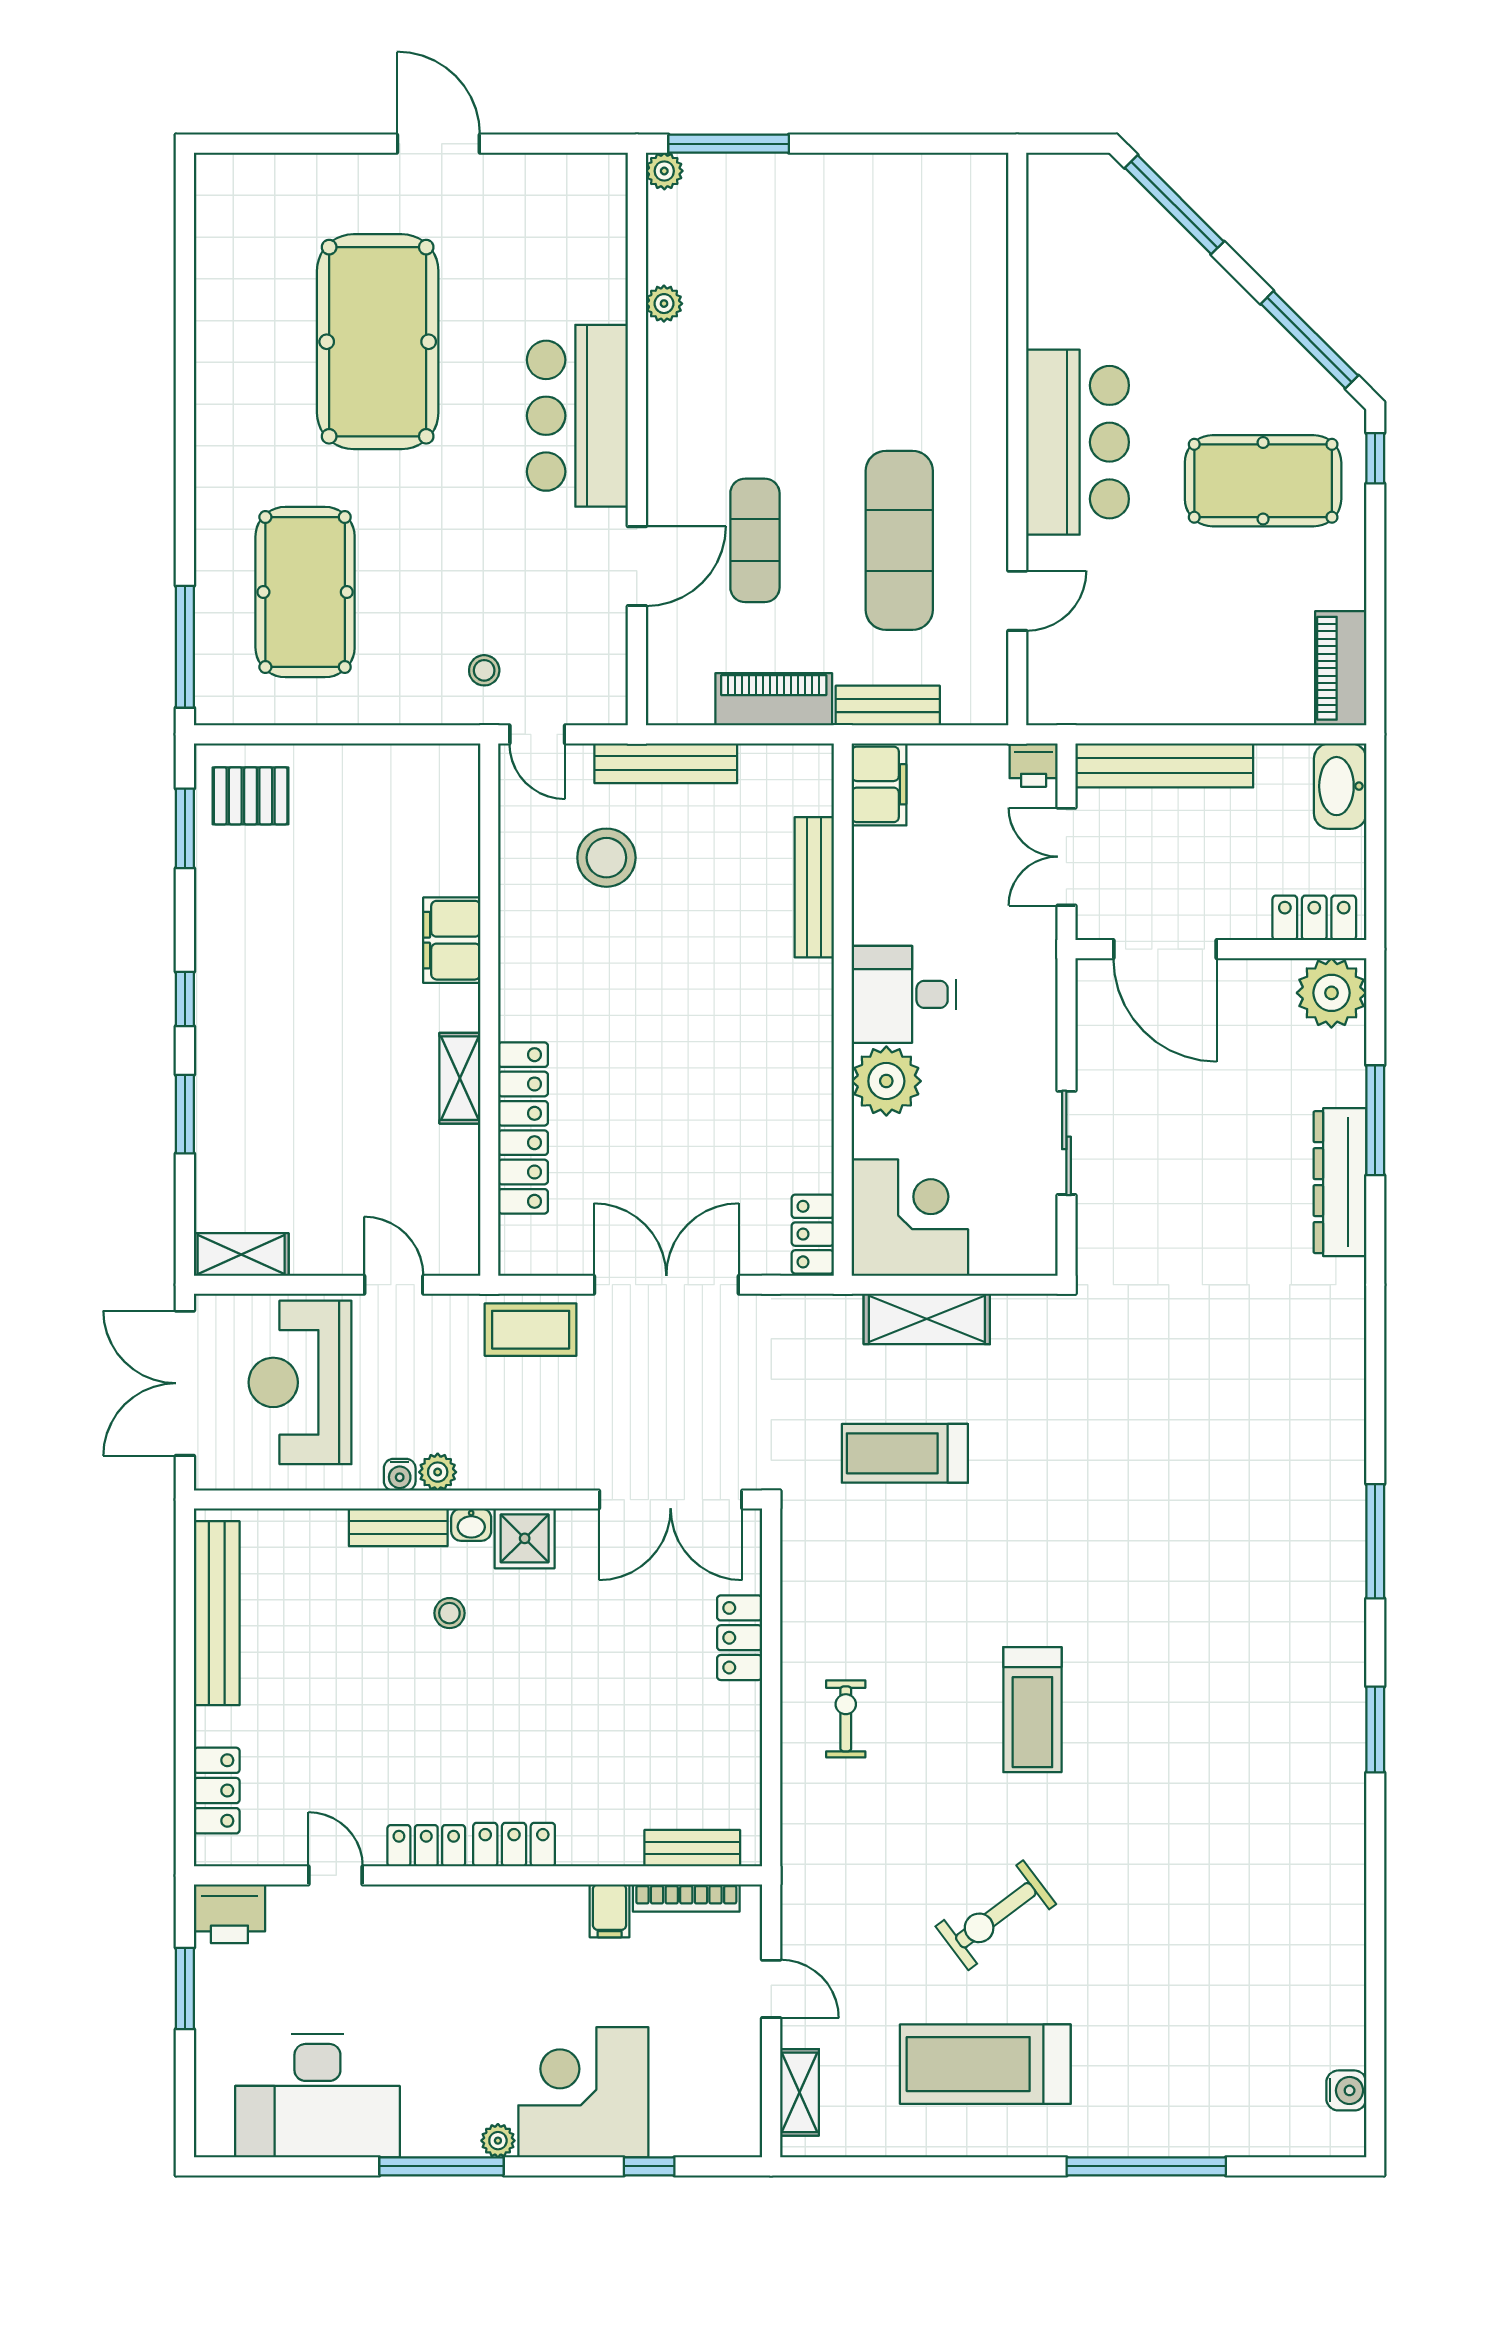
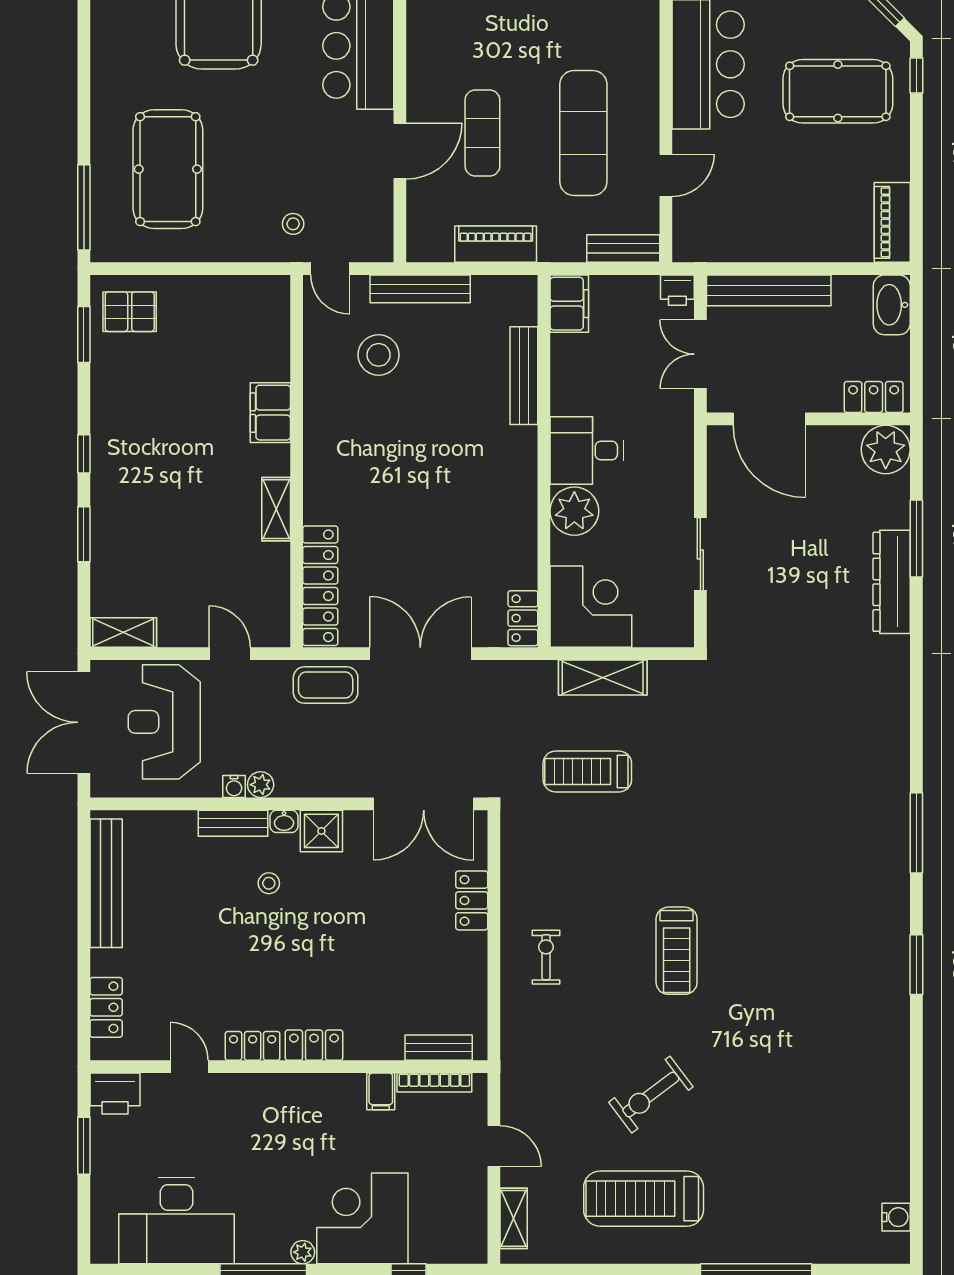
bench: (888, 705) -> (623, 248), moved
locker: (523, 1128) -> (320, 586), moved

